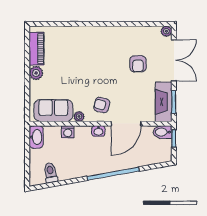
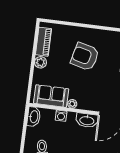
armchair: (102, 105) -> (85, 57), moved, width x1.88, depth x1.88
washbasin: (98, 131) -> (87, 120), width x1.91, depth x1.45

